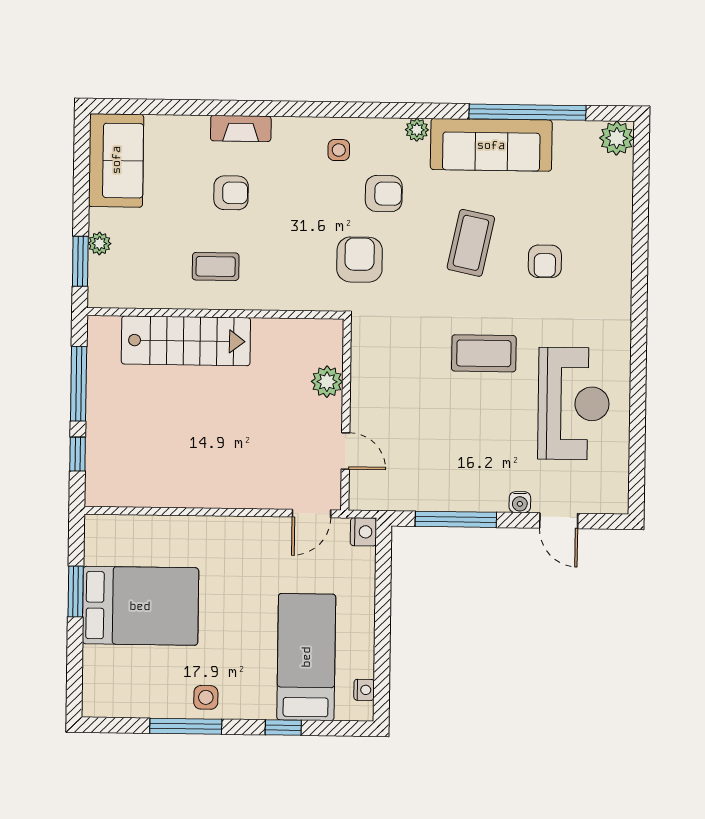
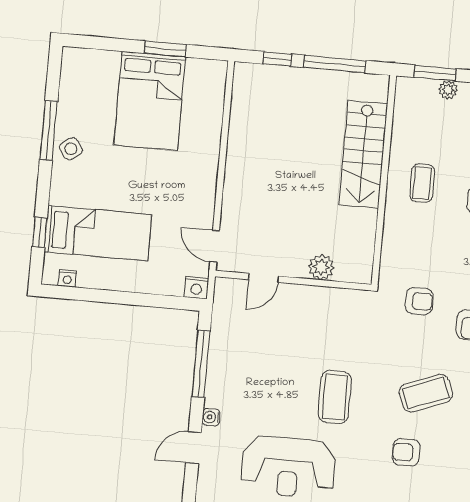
coffee table: (471, 243) -> (426, 393), turned -33
armchair: (360, 260) -> (419, 301), width x0.72, depth x0.72
side table: (206, 697) -> (71, 149), turned -35
window: (283, 728) -> (40, 232), moved

